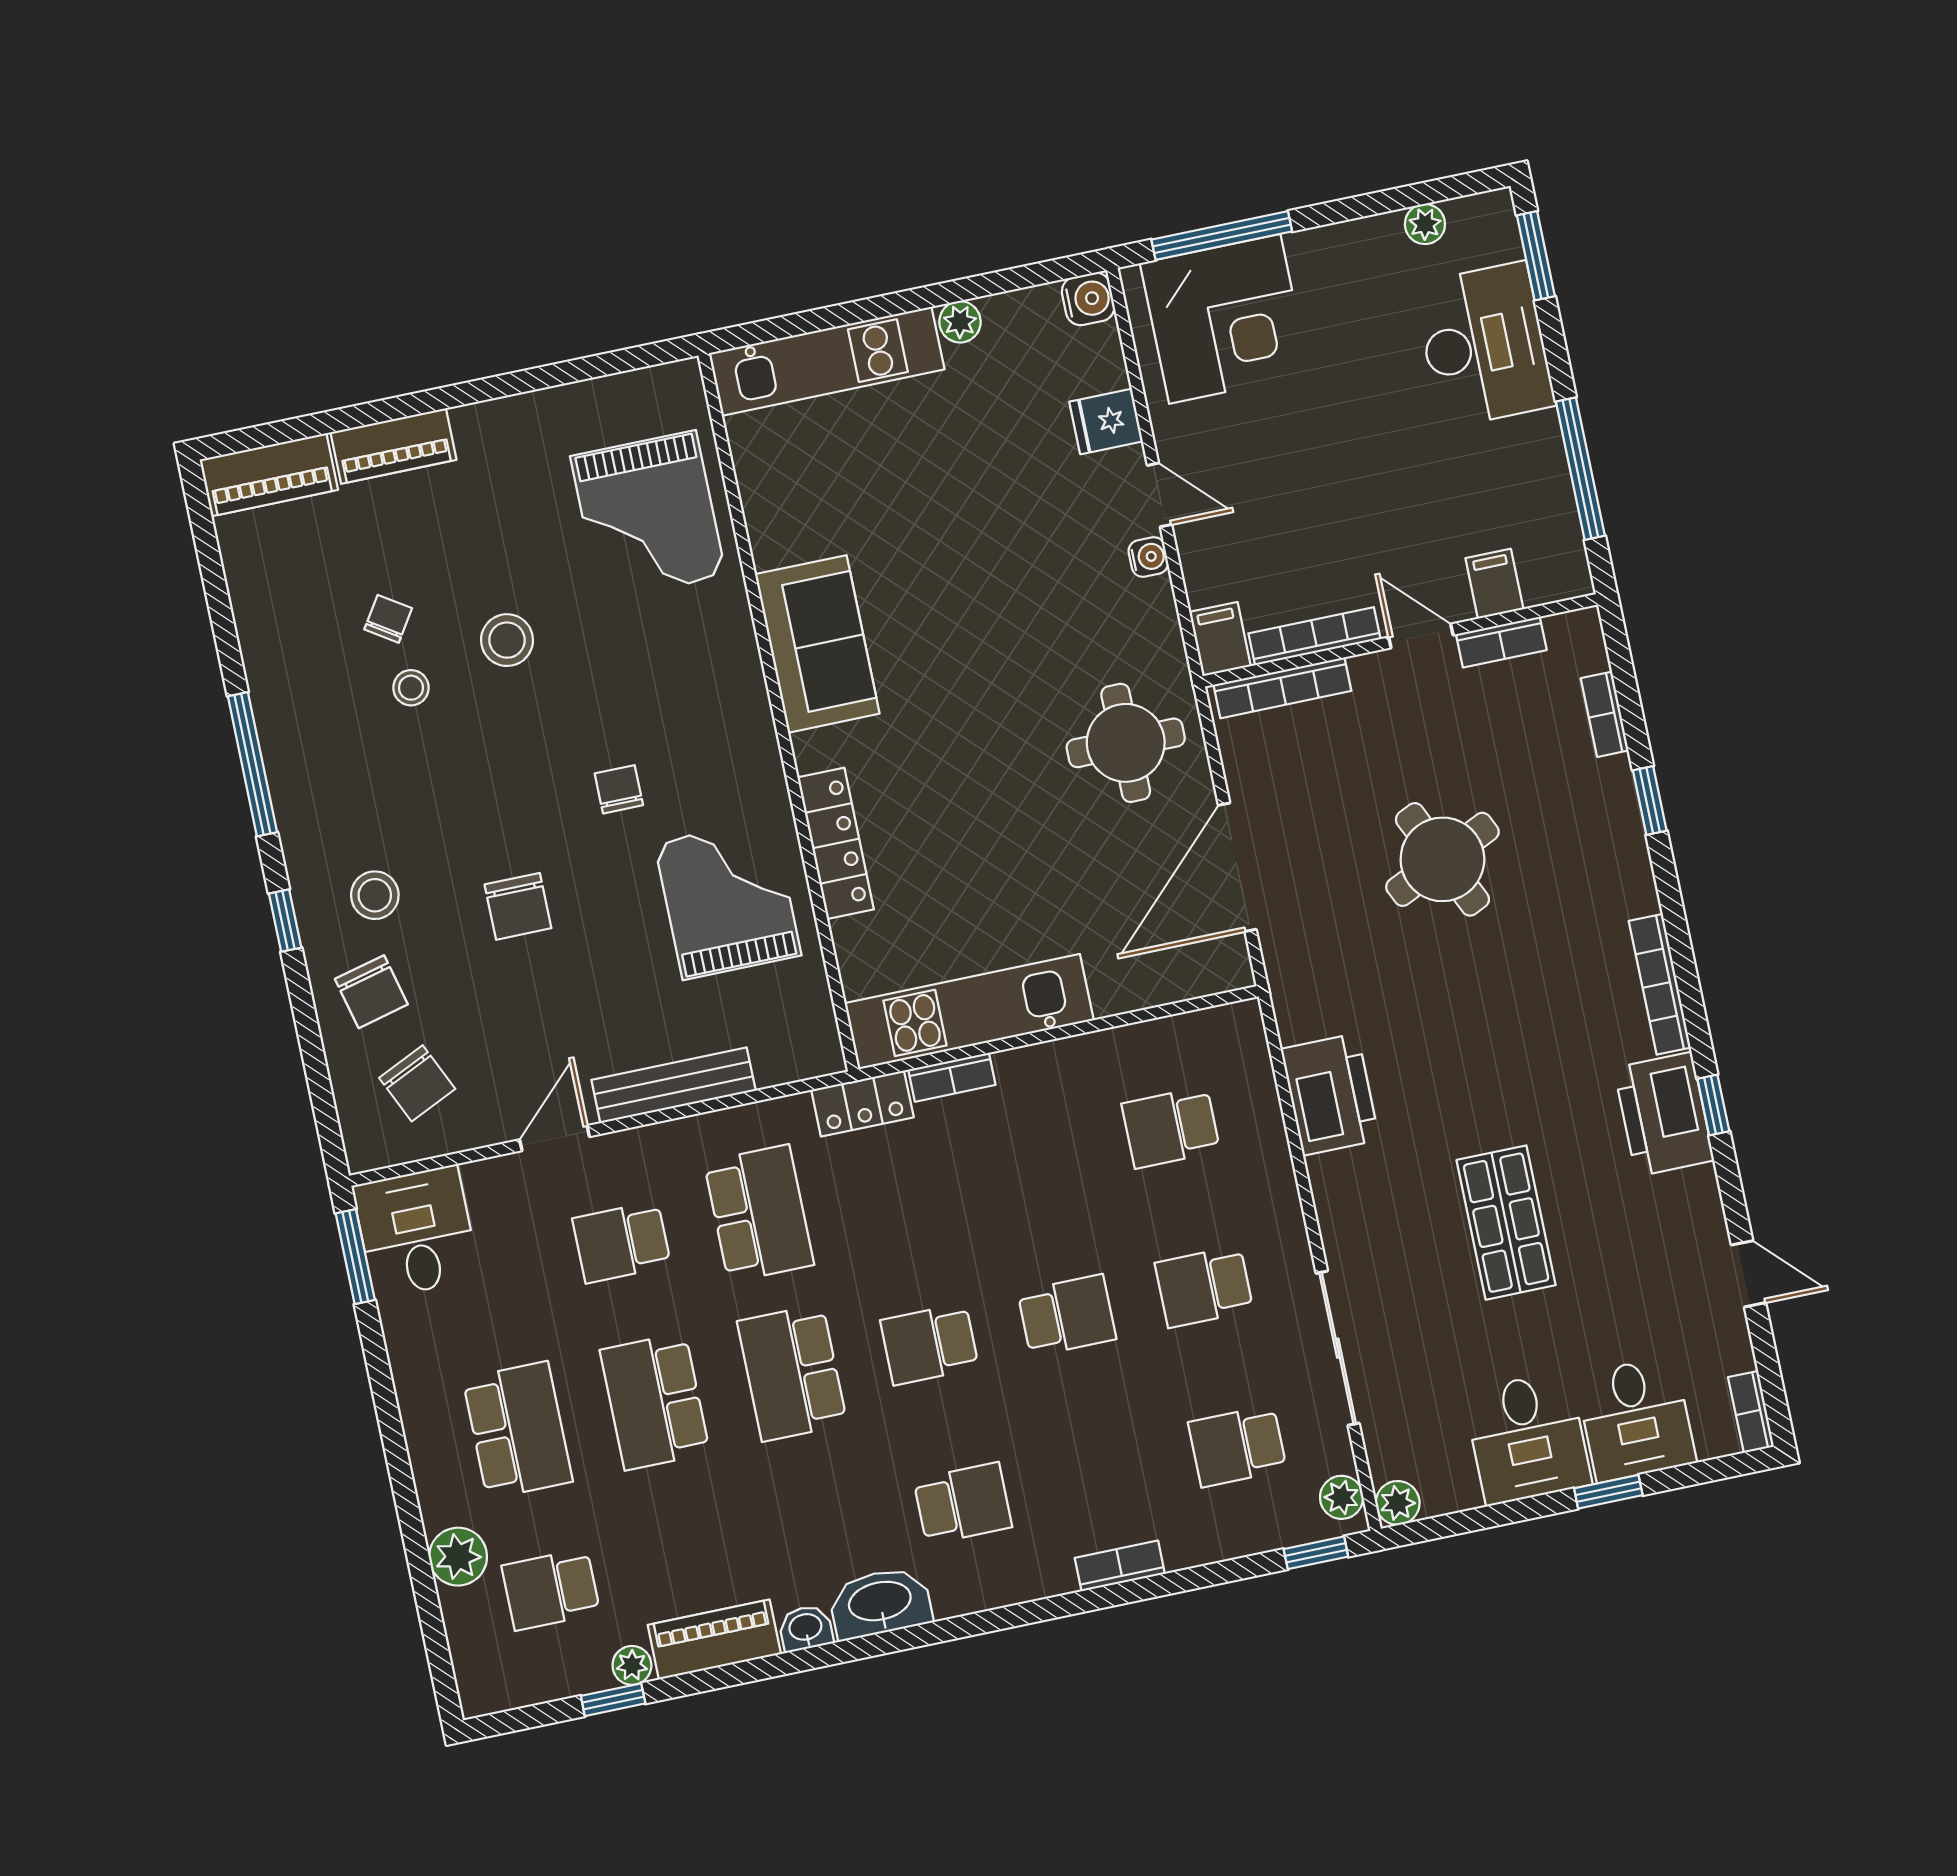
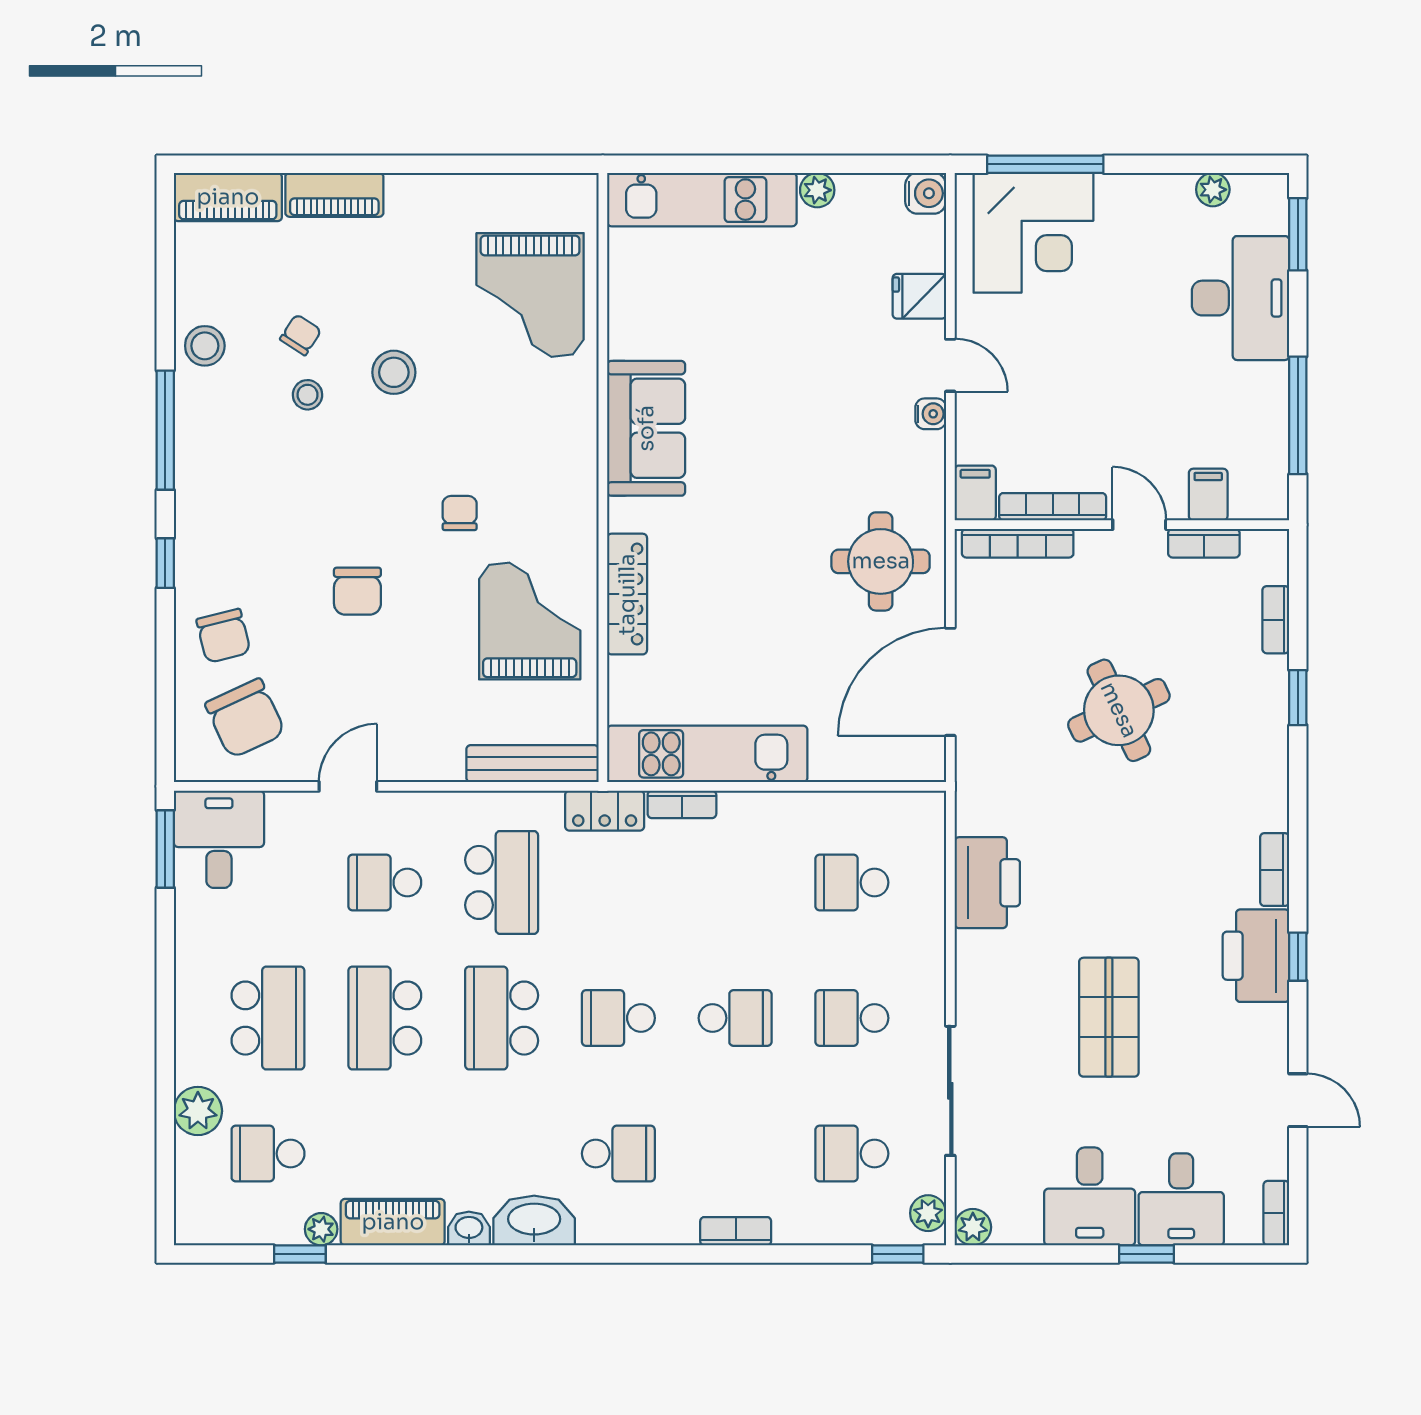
stool: (375, 895) -> (205, 346), moved
bookcase: (1660, 984) -> (1275, 870), width x0.64
chair: (417, 1083) -> (245, 718), width x1.37, depth x1.37
bench: (674, 1085) -> (532, 764), moved

